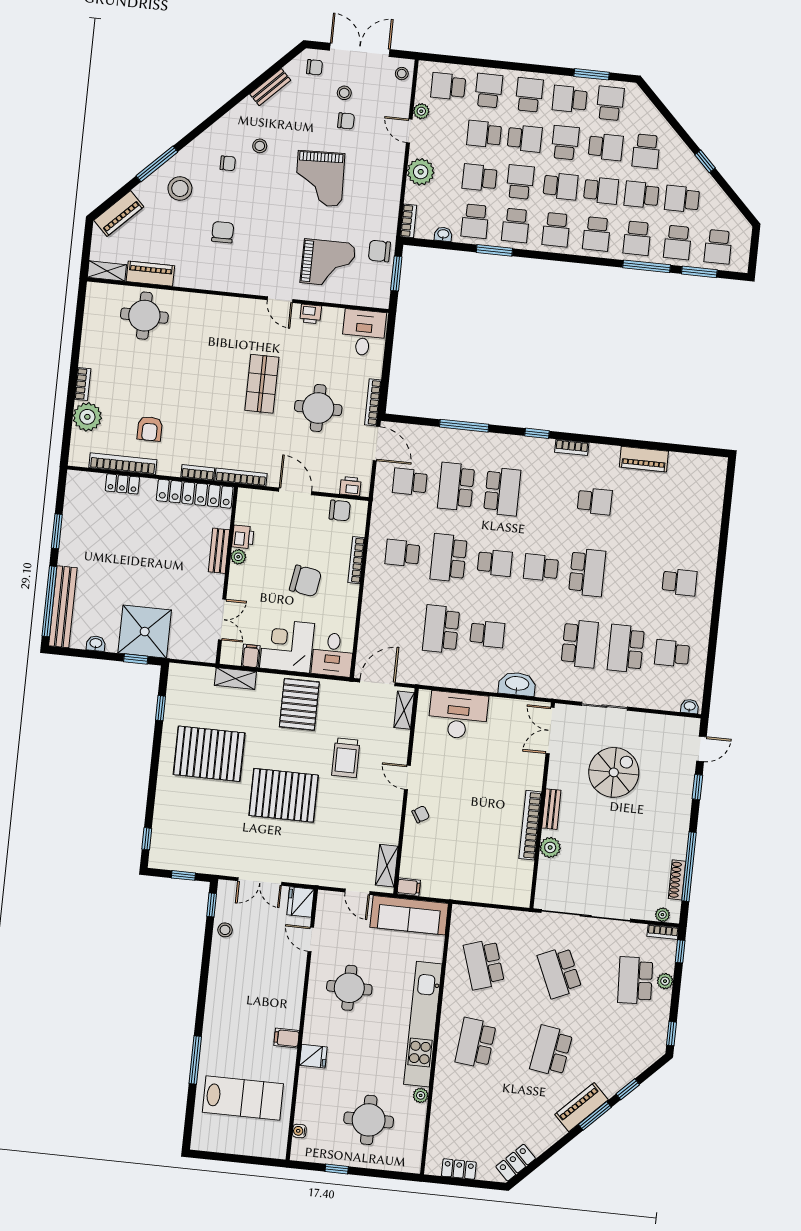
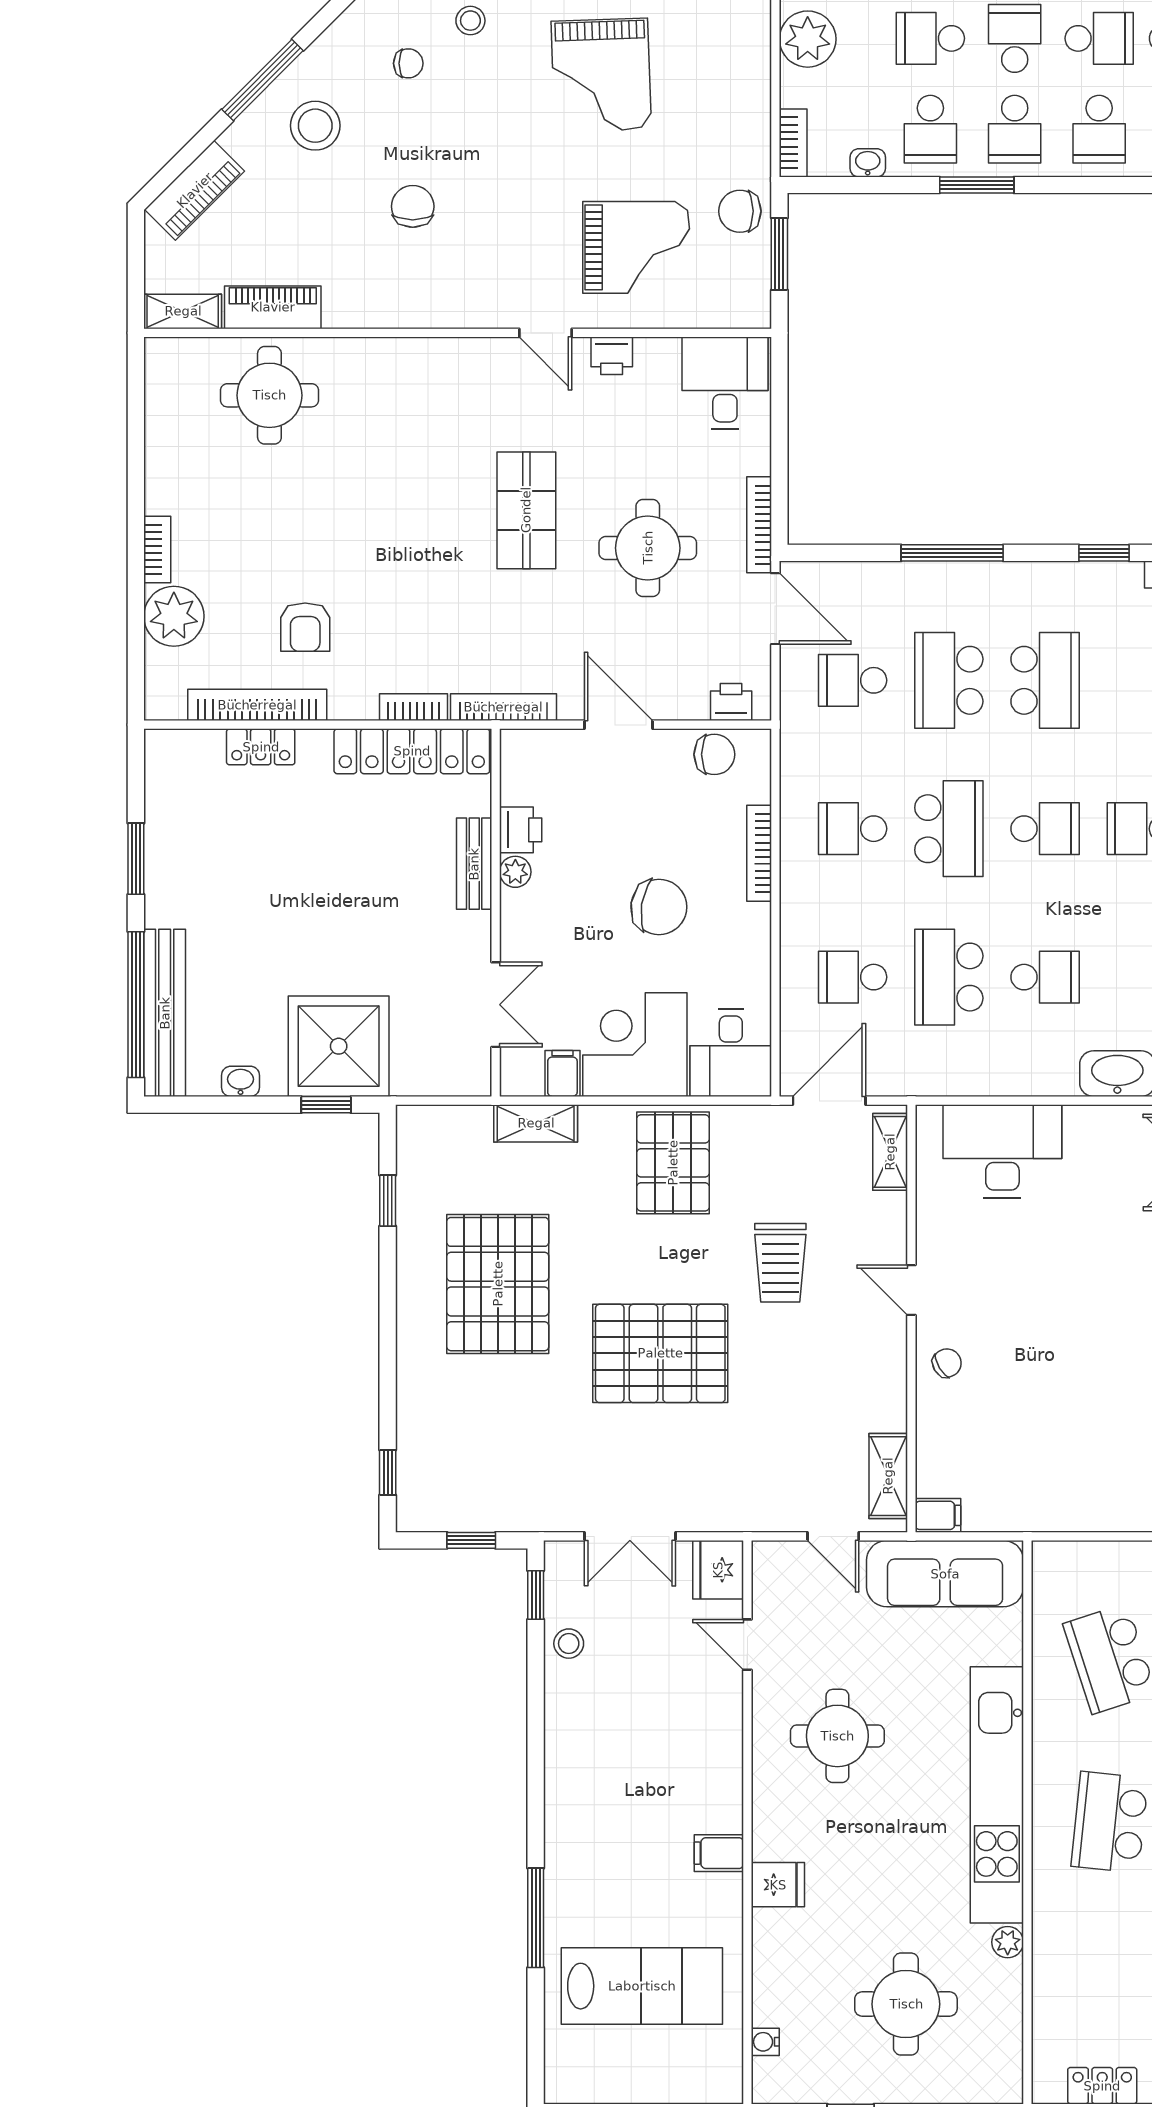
school desk: (449, 558) -> (949, 829), turned 180
school desk: (395, 624) -> (853, 977), added
pallet: (209, 754) -> (498, 1284), turned 90

